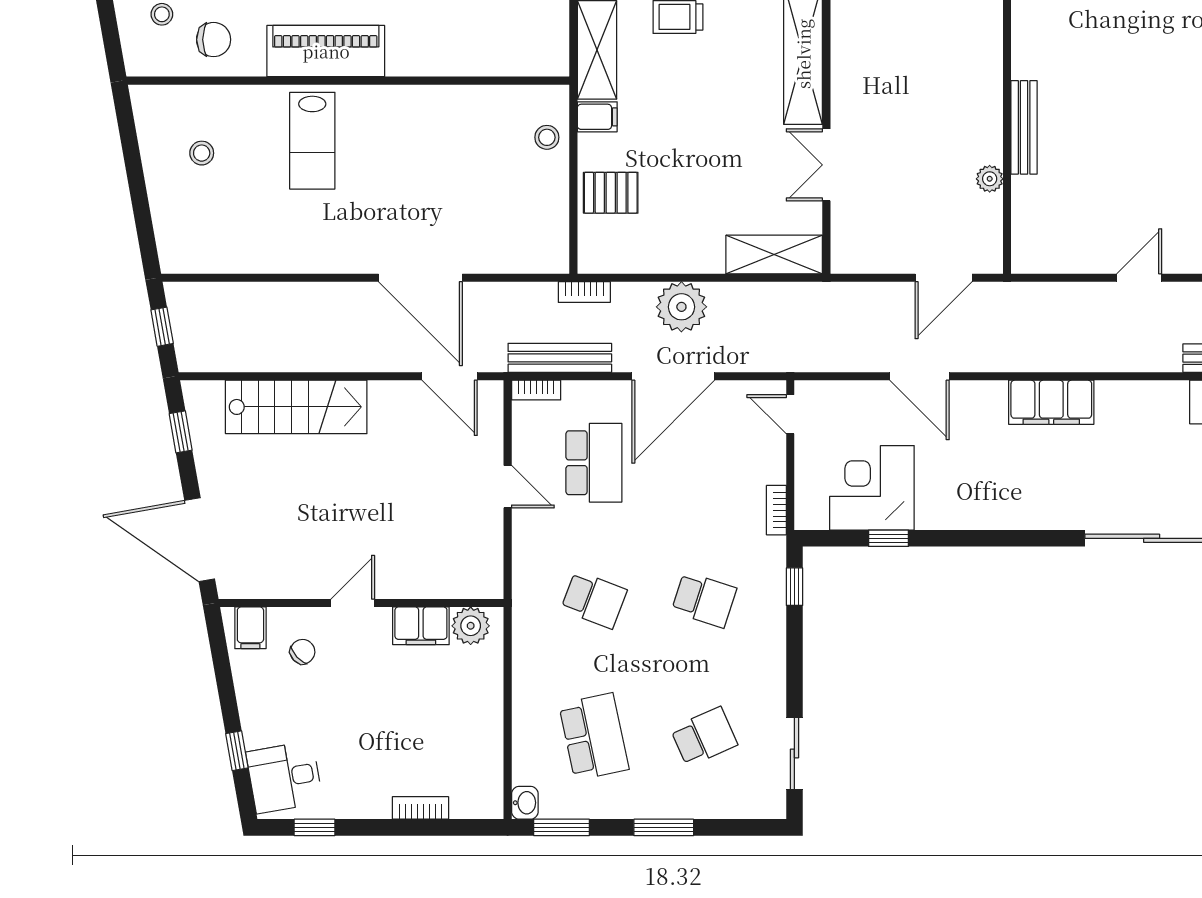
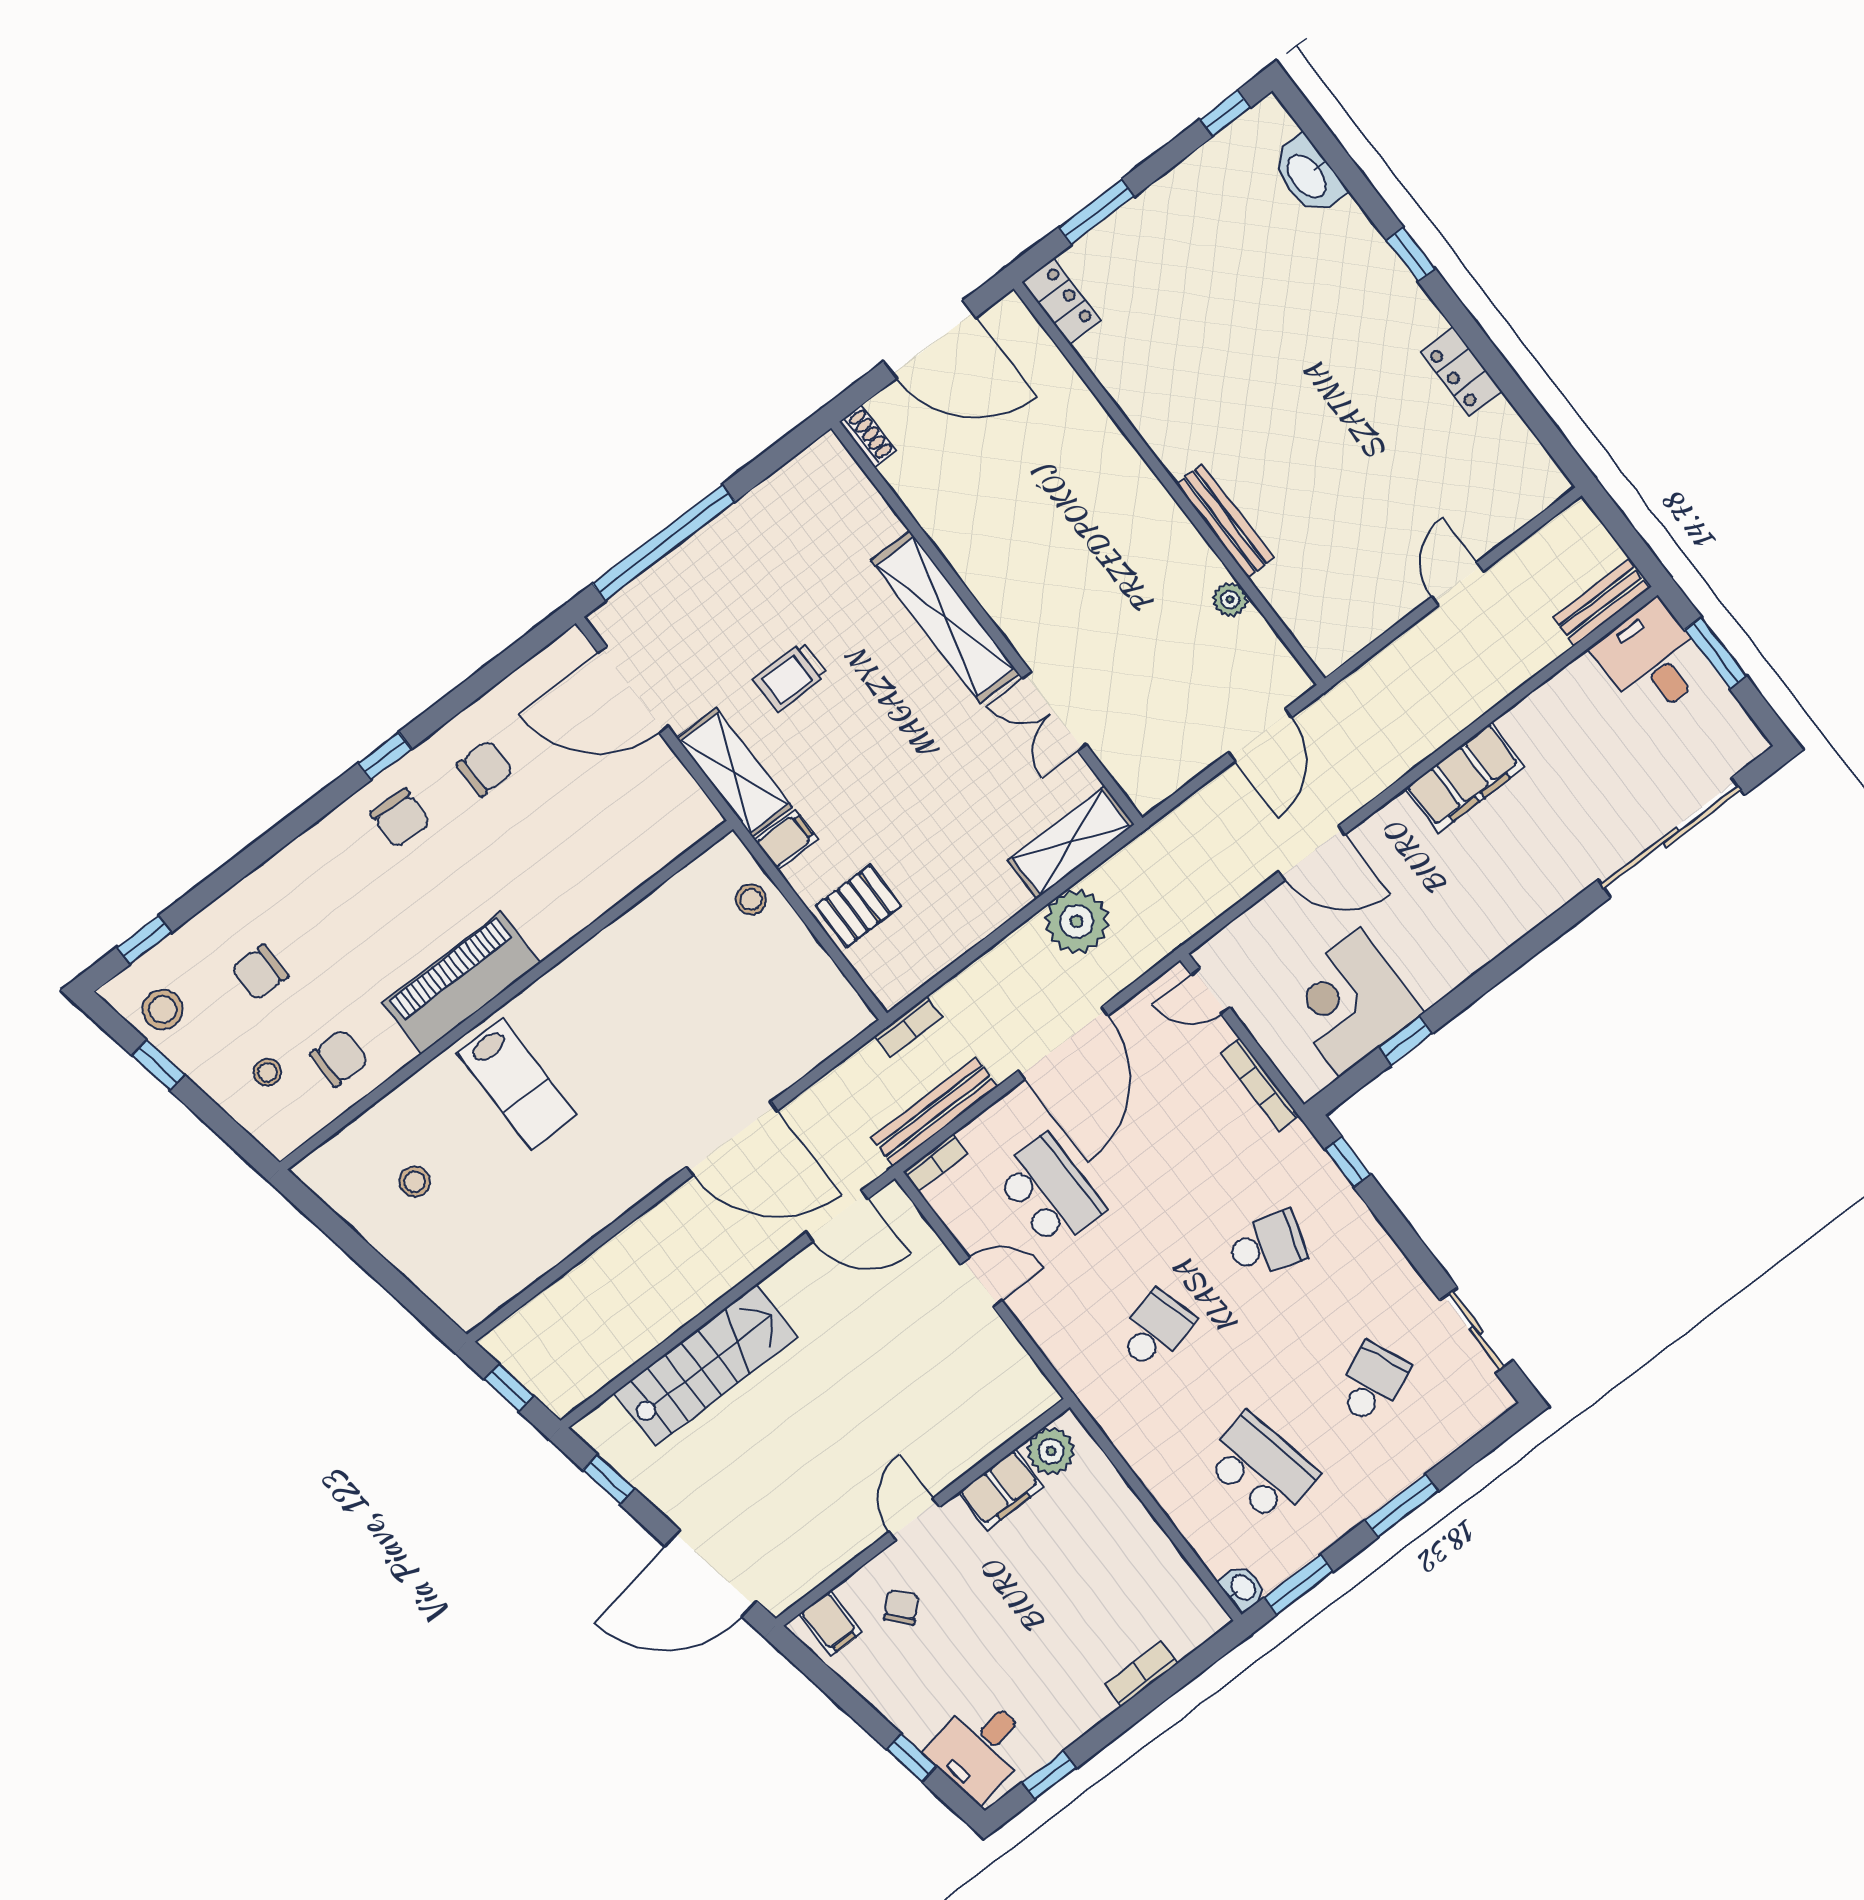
plant: (681, 307) -> (1077, 921), moved
bookcase: (776, 510) -> (1260, 1084), width x1.56
school desk: (594, 600) -> (1155, 1330), turned -36

